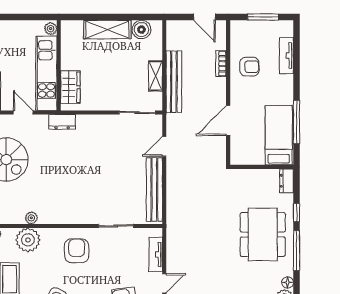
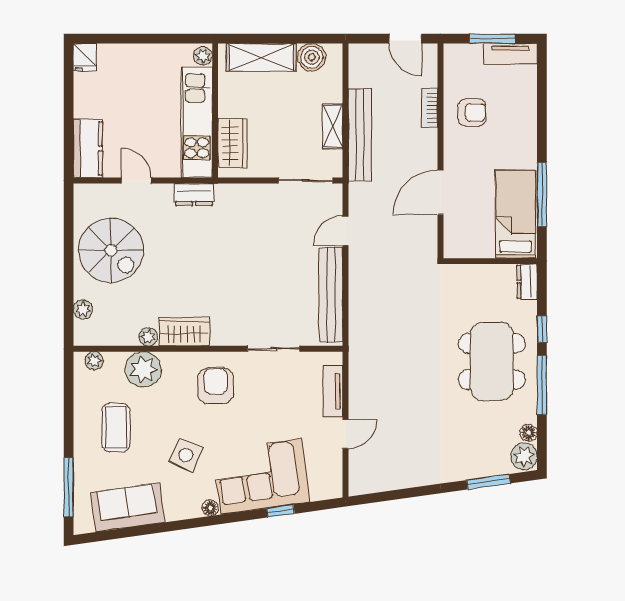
plant: (51, 29) -> (203, 56), moved
tv unit: (286, 56) -> (510, 54), moved, turned -90
wall: (59, 65) -> (215, 111), moved
kitchen unit: (46, 73) -> (197, 122), moved
wardrobe: (70, 87) -> (232, 143), moved
wardrobe: (56, 214) -> (184, 331), added

